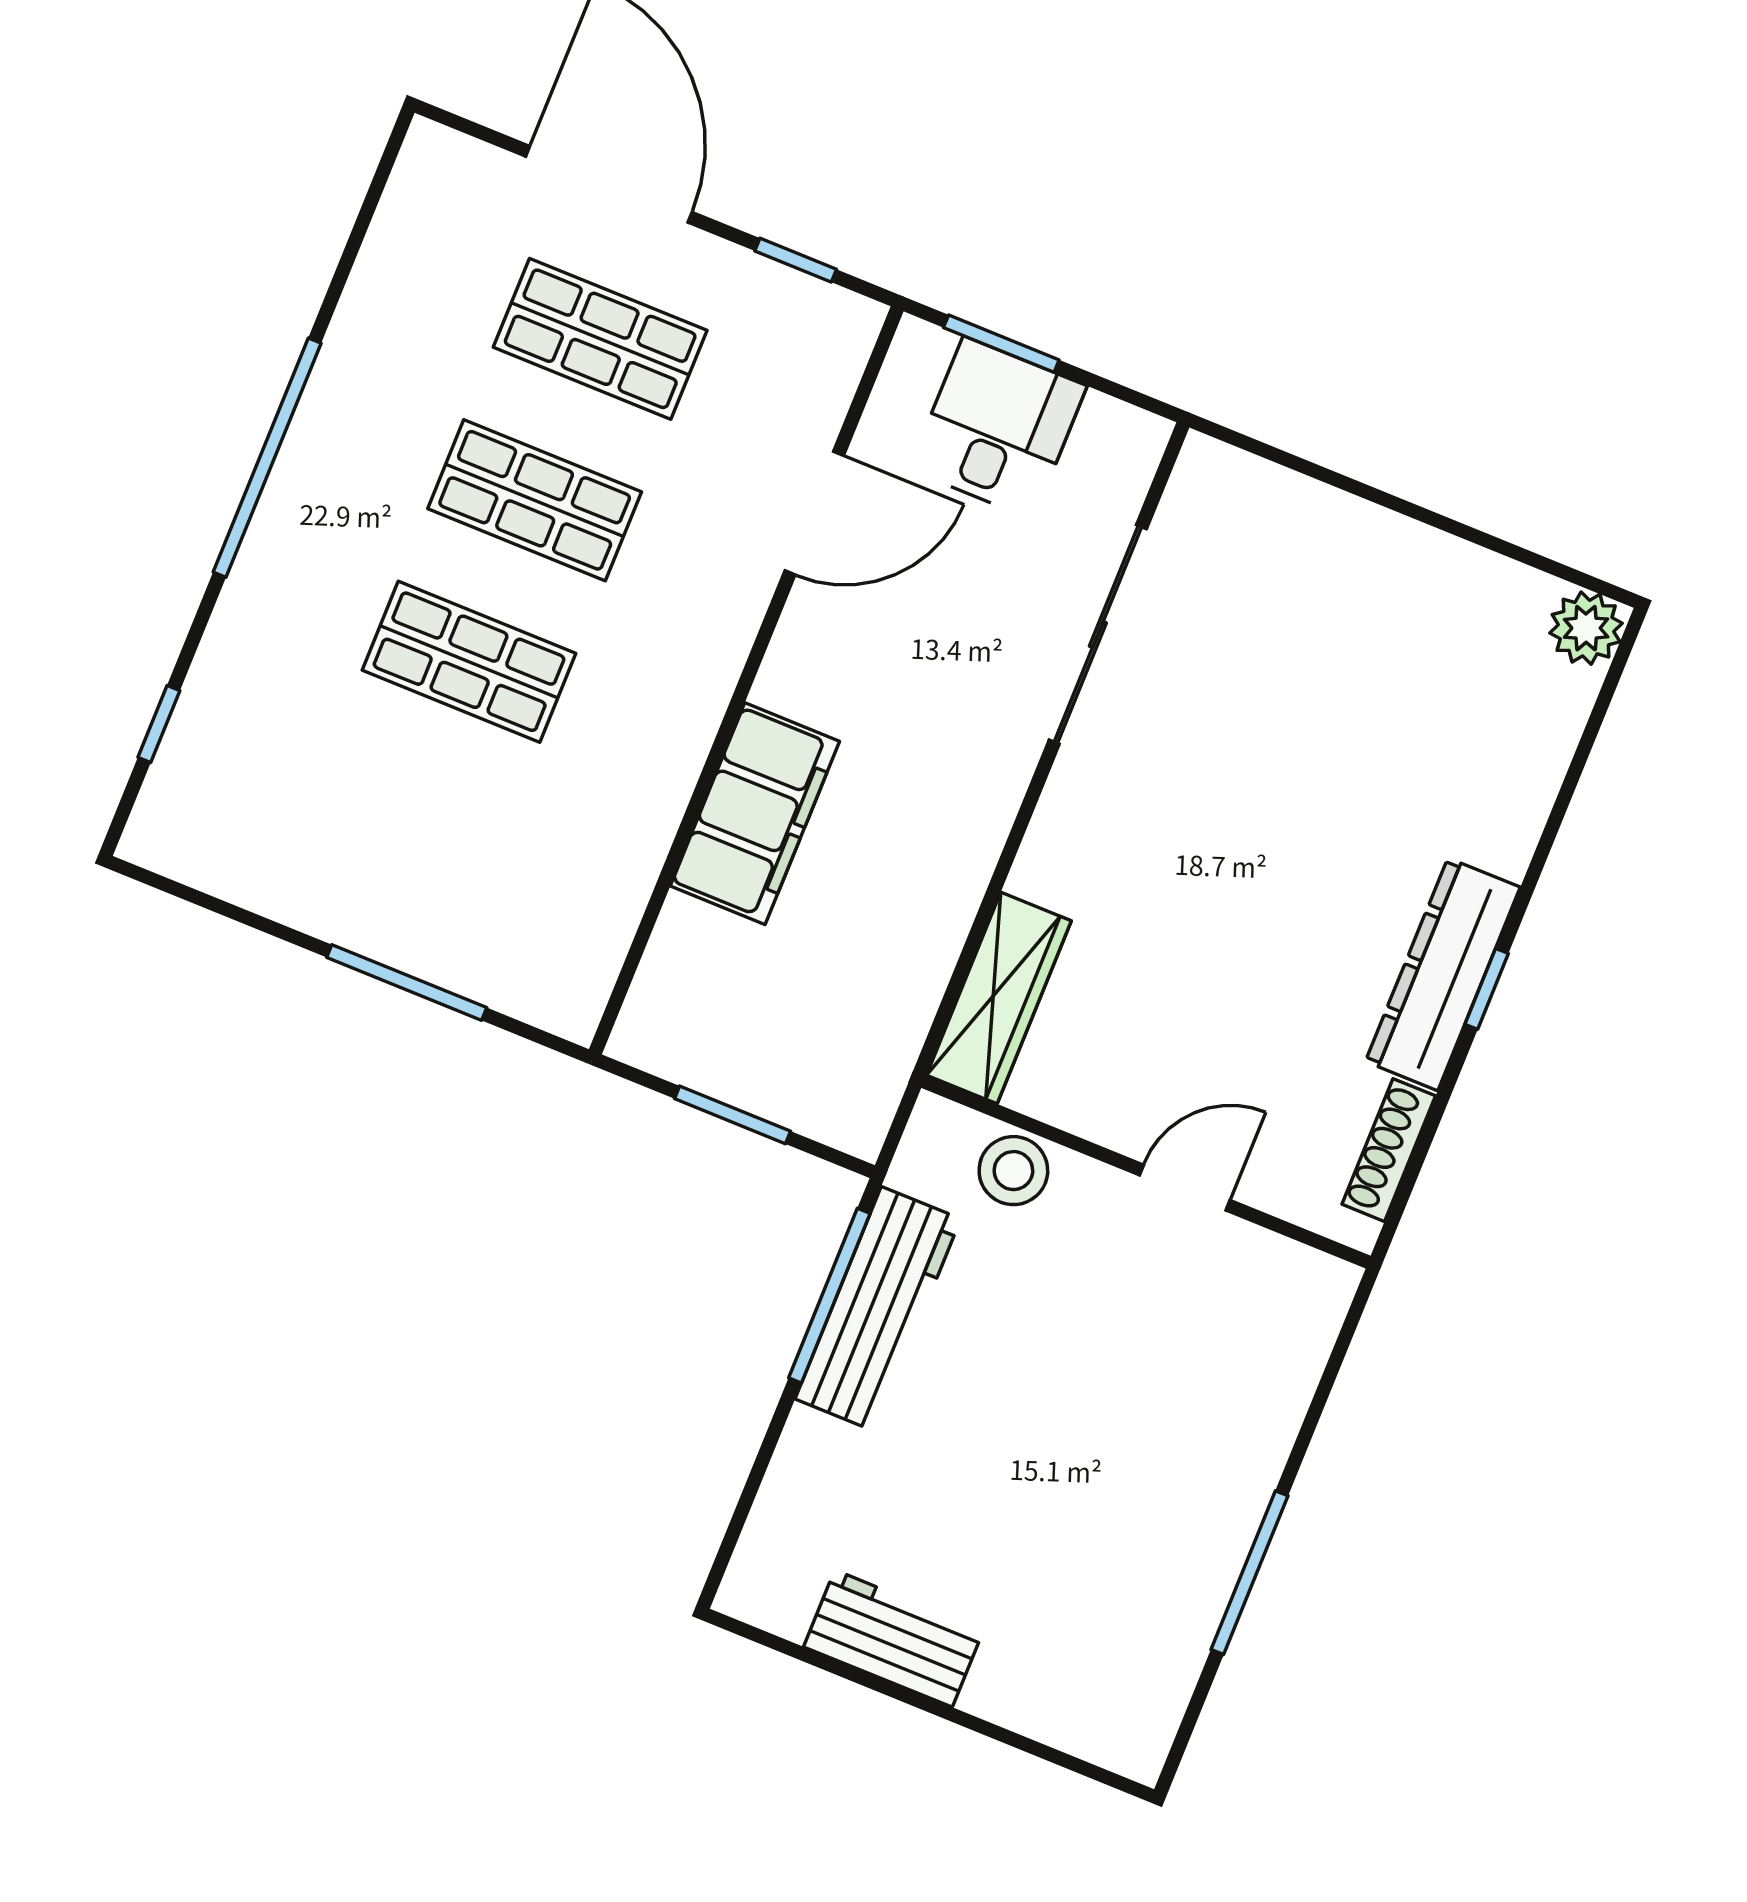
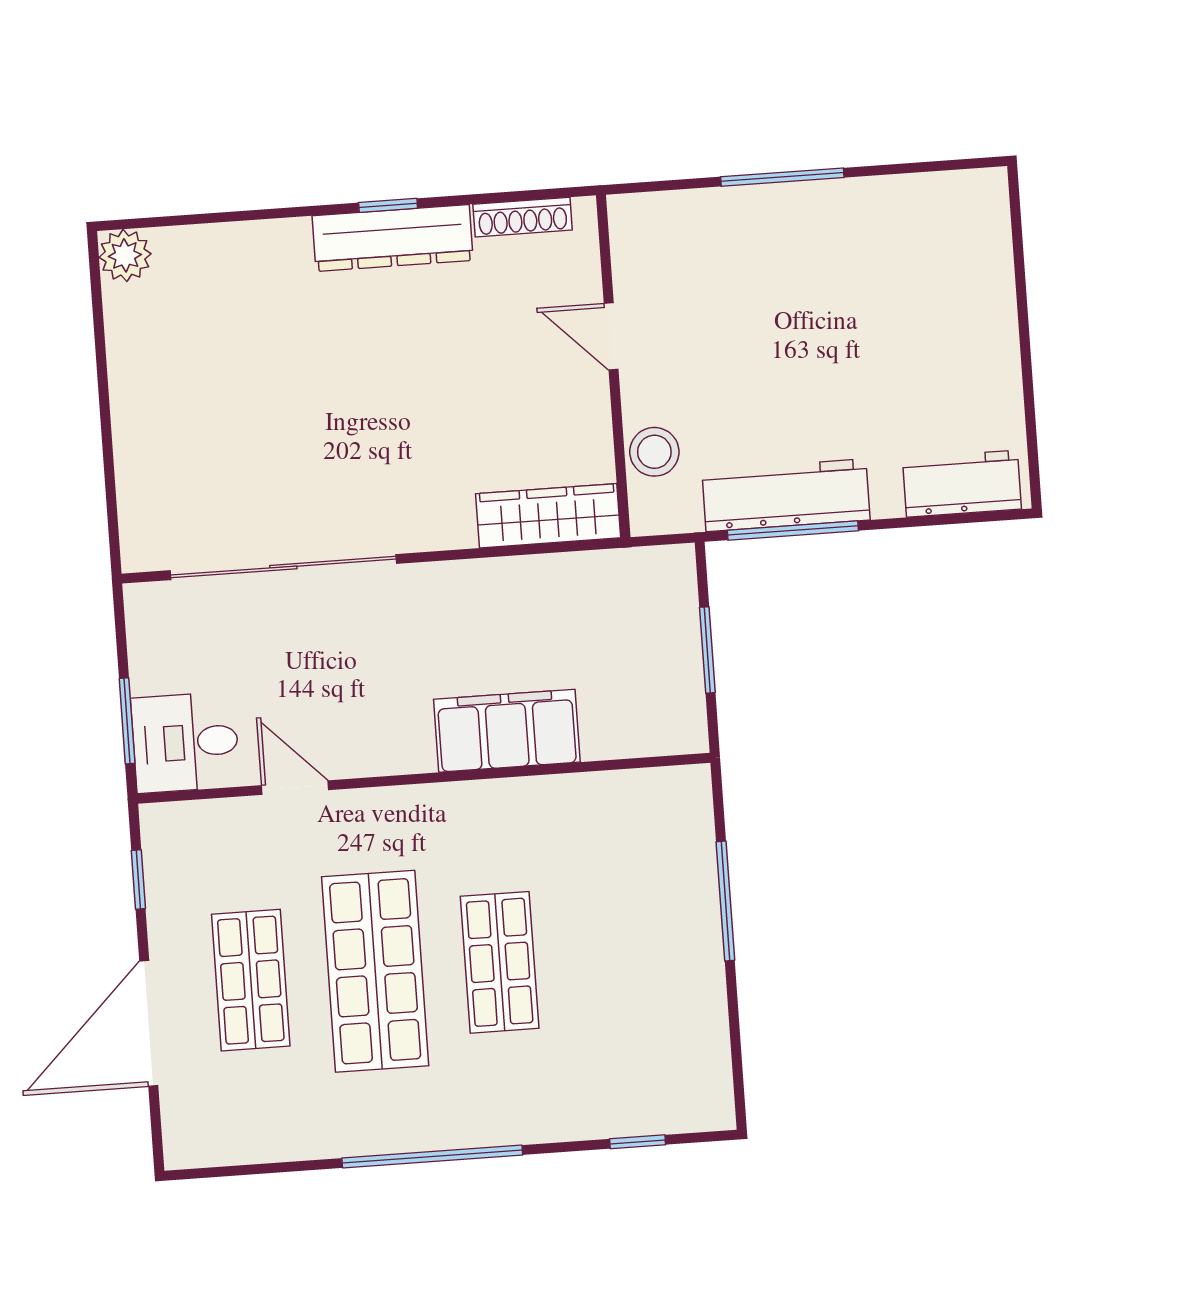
desk: (998, 428) -> (185, 742), moved
shop shelf: (535, 500) -> (375, 971), width x1.43, depth x1.36
door: (814, 513) -> (295, 788), width x0.73
sliding door: (1098, 634) -> (283, 567), width x1.36
window: (1250, 1573) -> (782, 177), moved
workbench: (894, 1639) -> (962, 484), moved, turned 90

